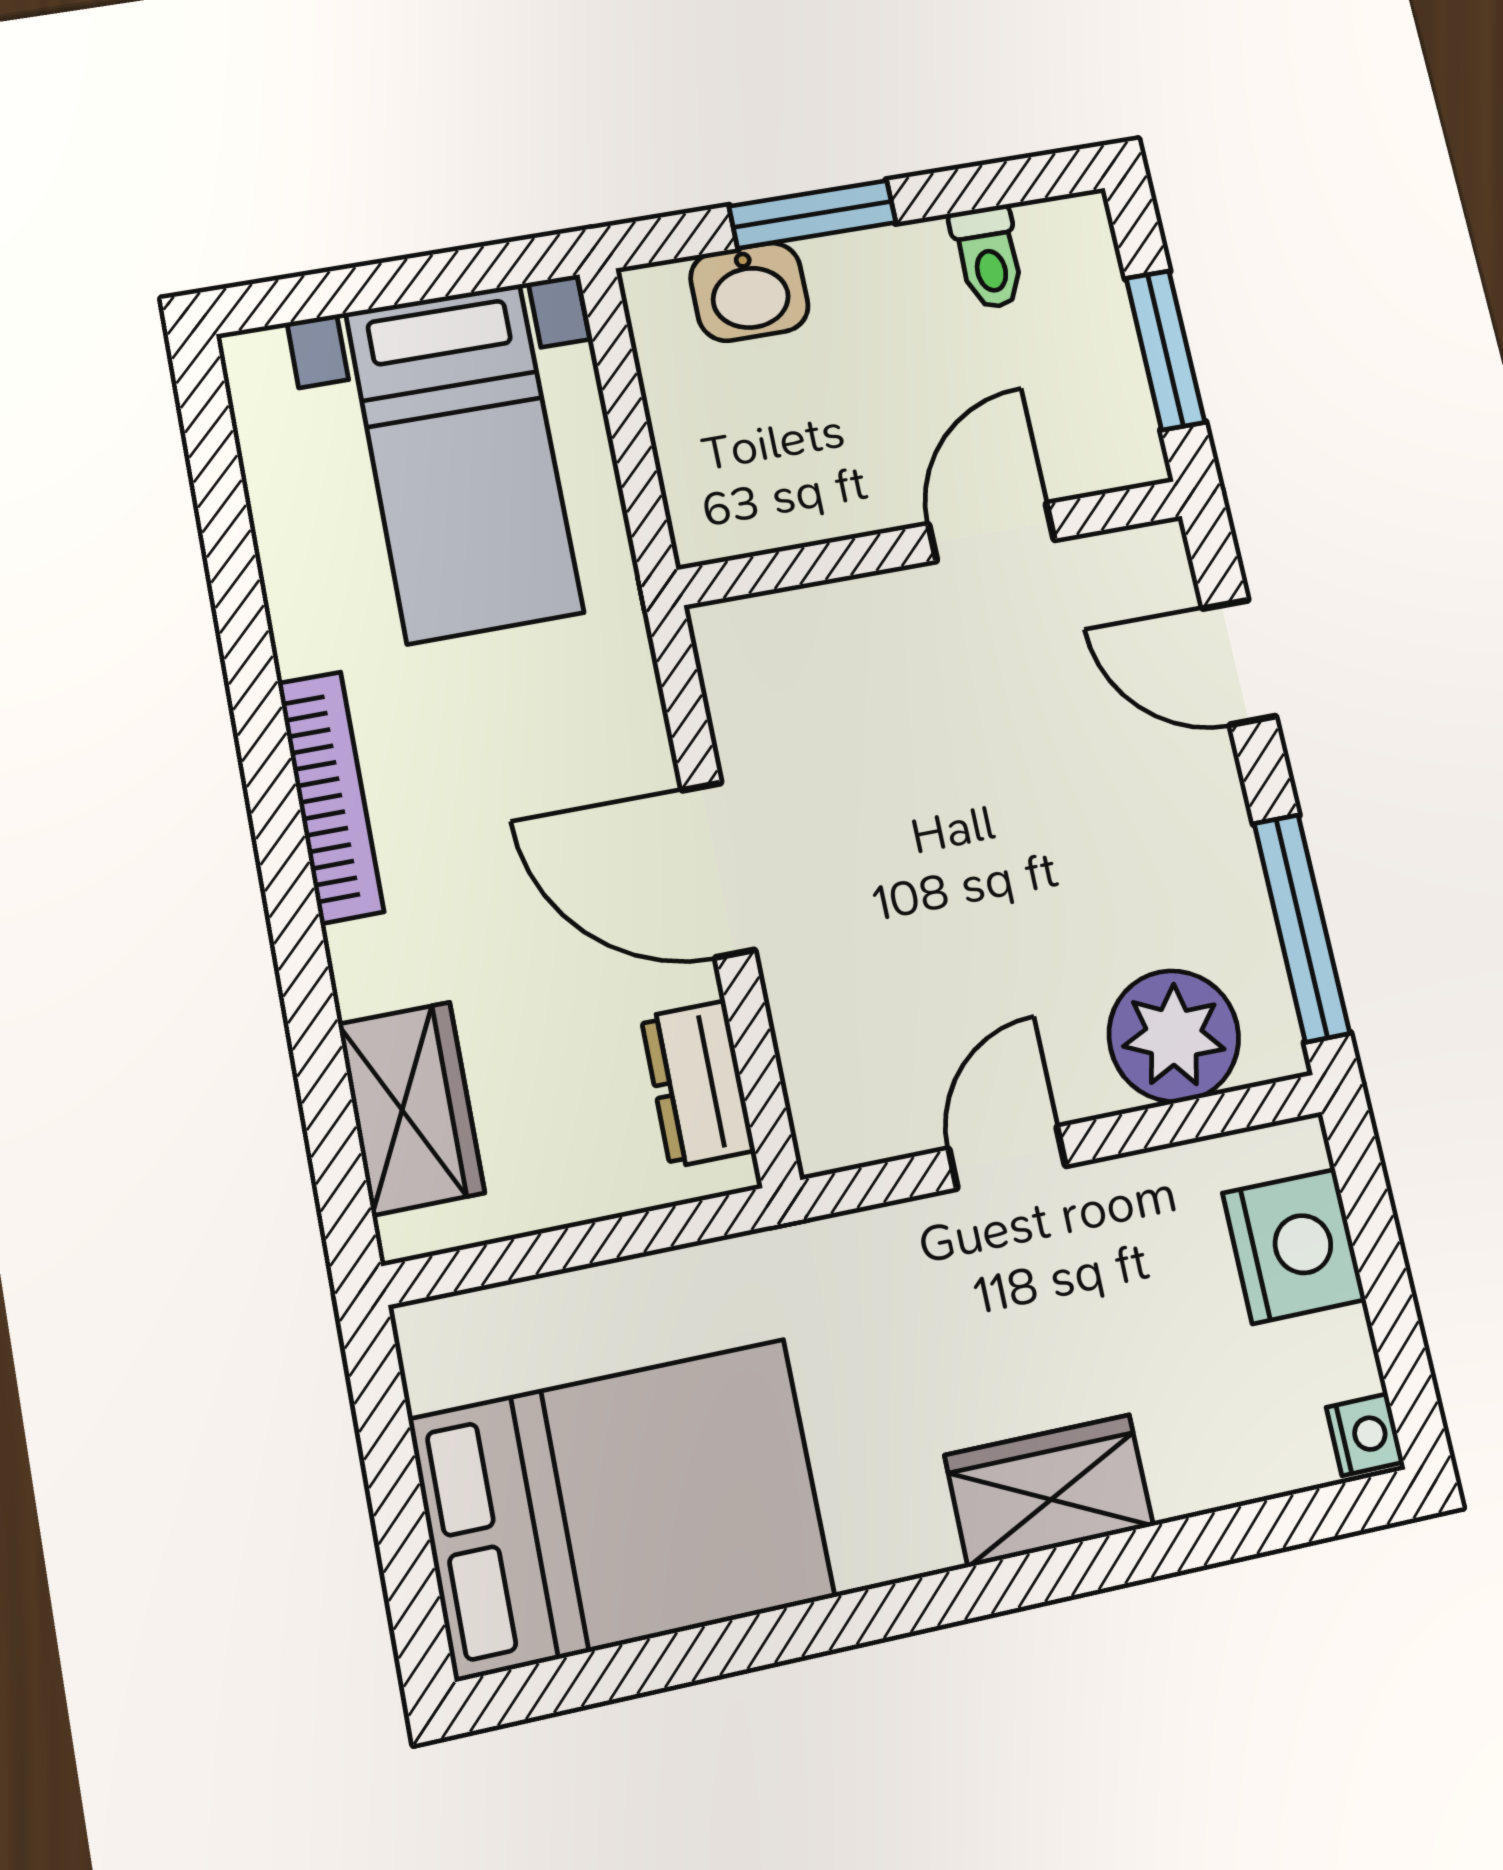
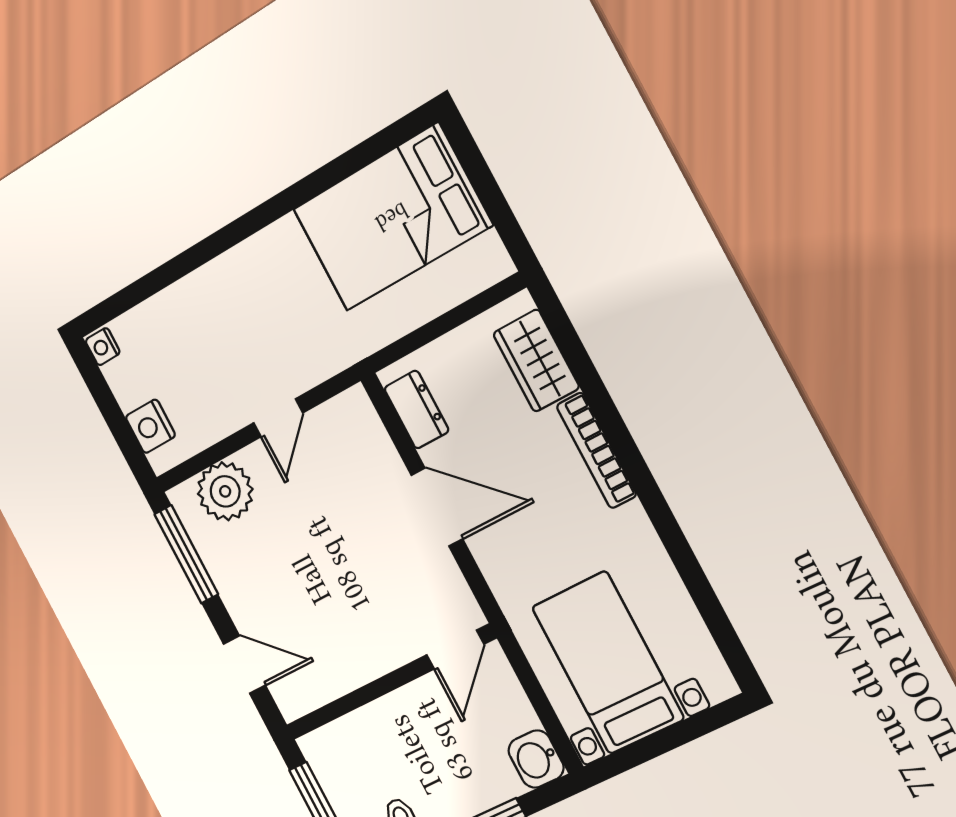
washbasin: (749, 292) -> (536, 759), moved, turned -90
door: (992, 532) -> (455, 650), moved
bookcase: (331, 797) -> (596, 450), moved
nightstand: (1294, 1246) -> (150, 426), width x0.74, depth x0.75
wardrobe: (1049, 1491) -> (221, 282), removed

